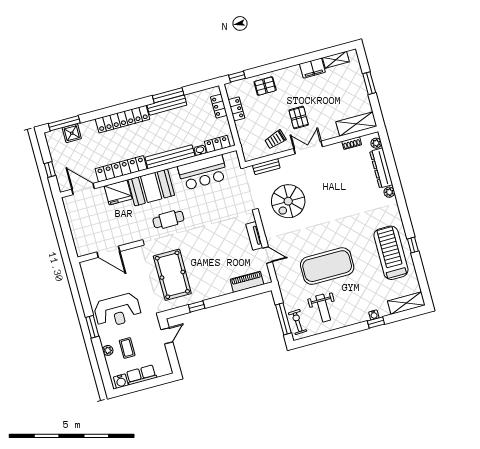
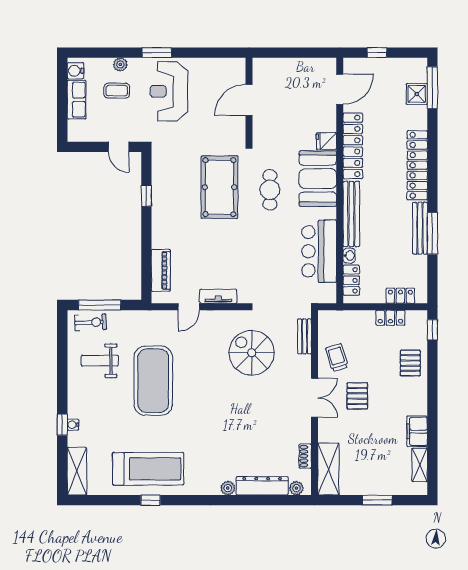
pallet: (299, 117) -> (357, 396), turned 90
fridge: (118, 192) -> (326, 141), width x0.53, depth x0.75
pool table: (172, 275) -> (219, 187), moved, turned 90

